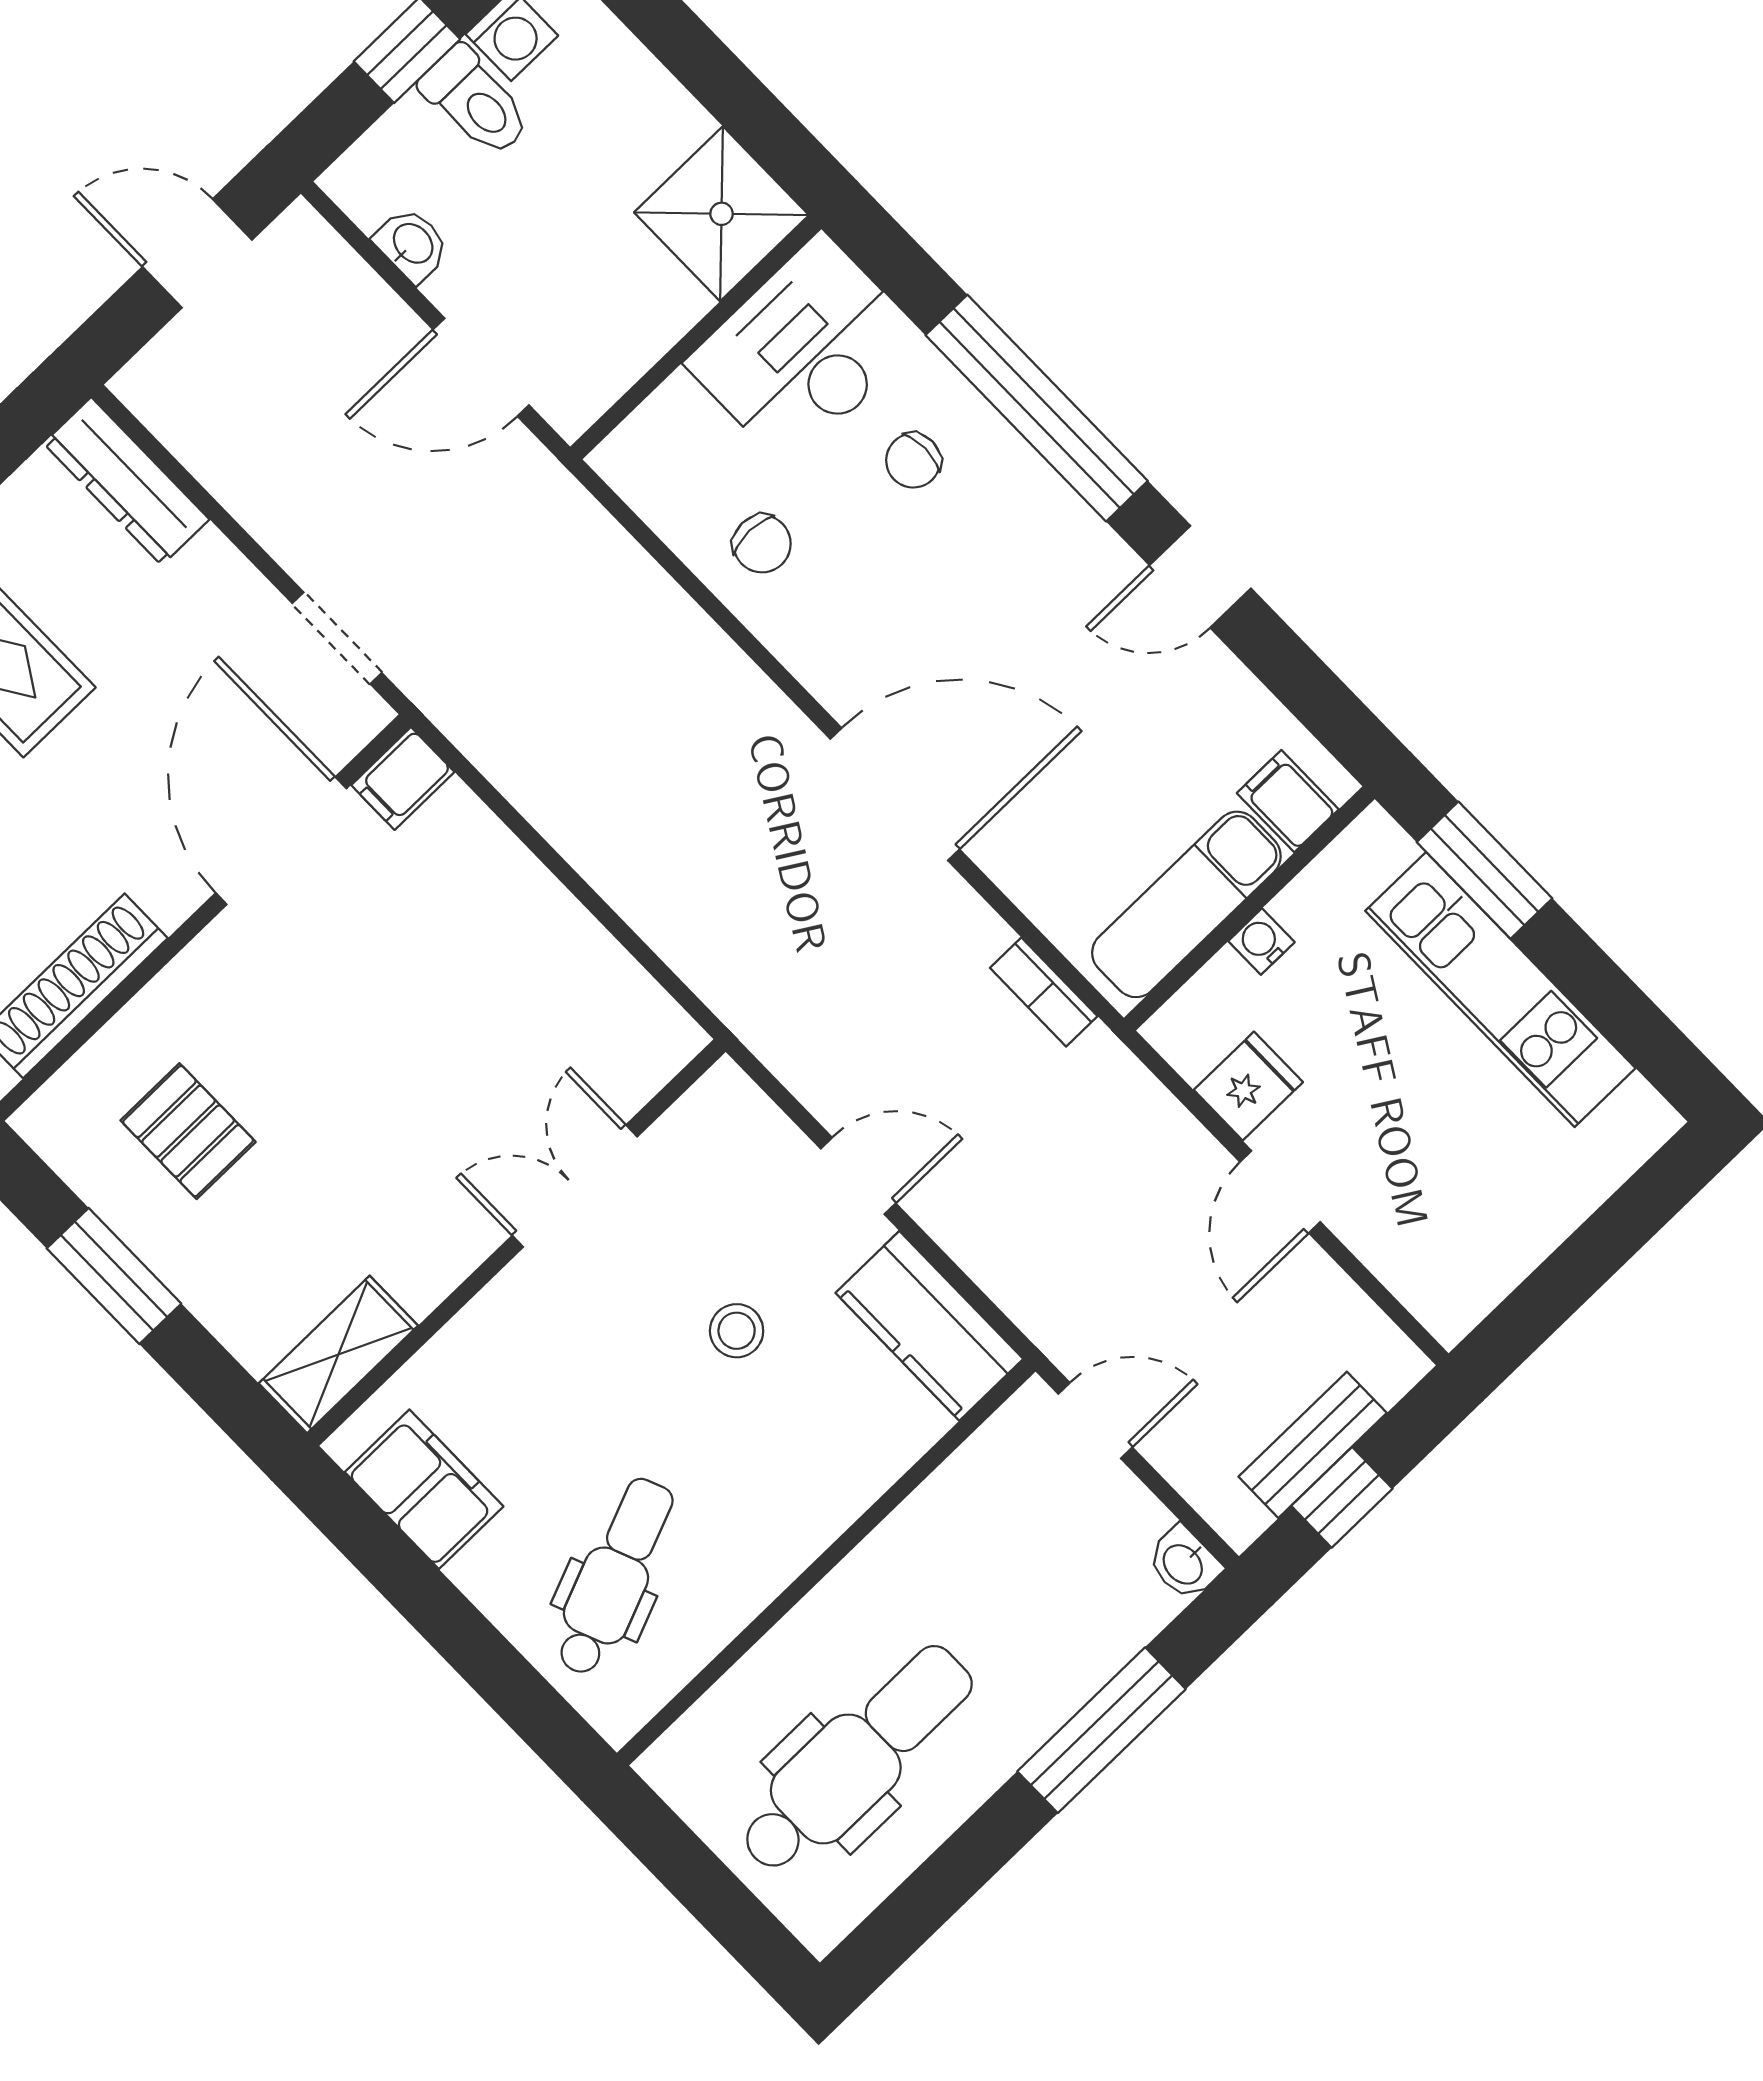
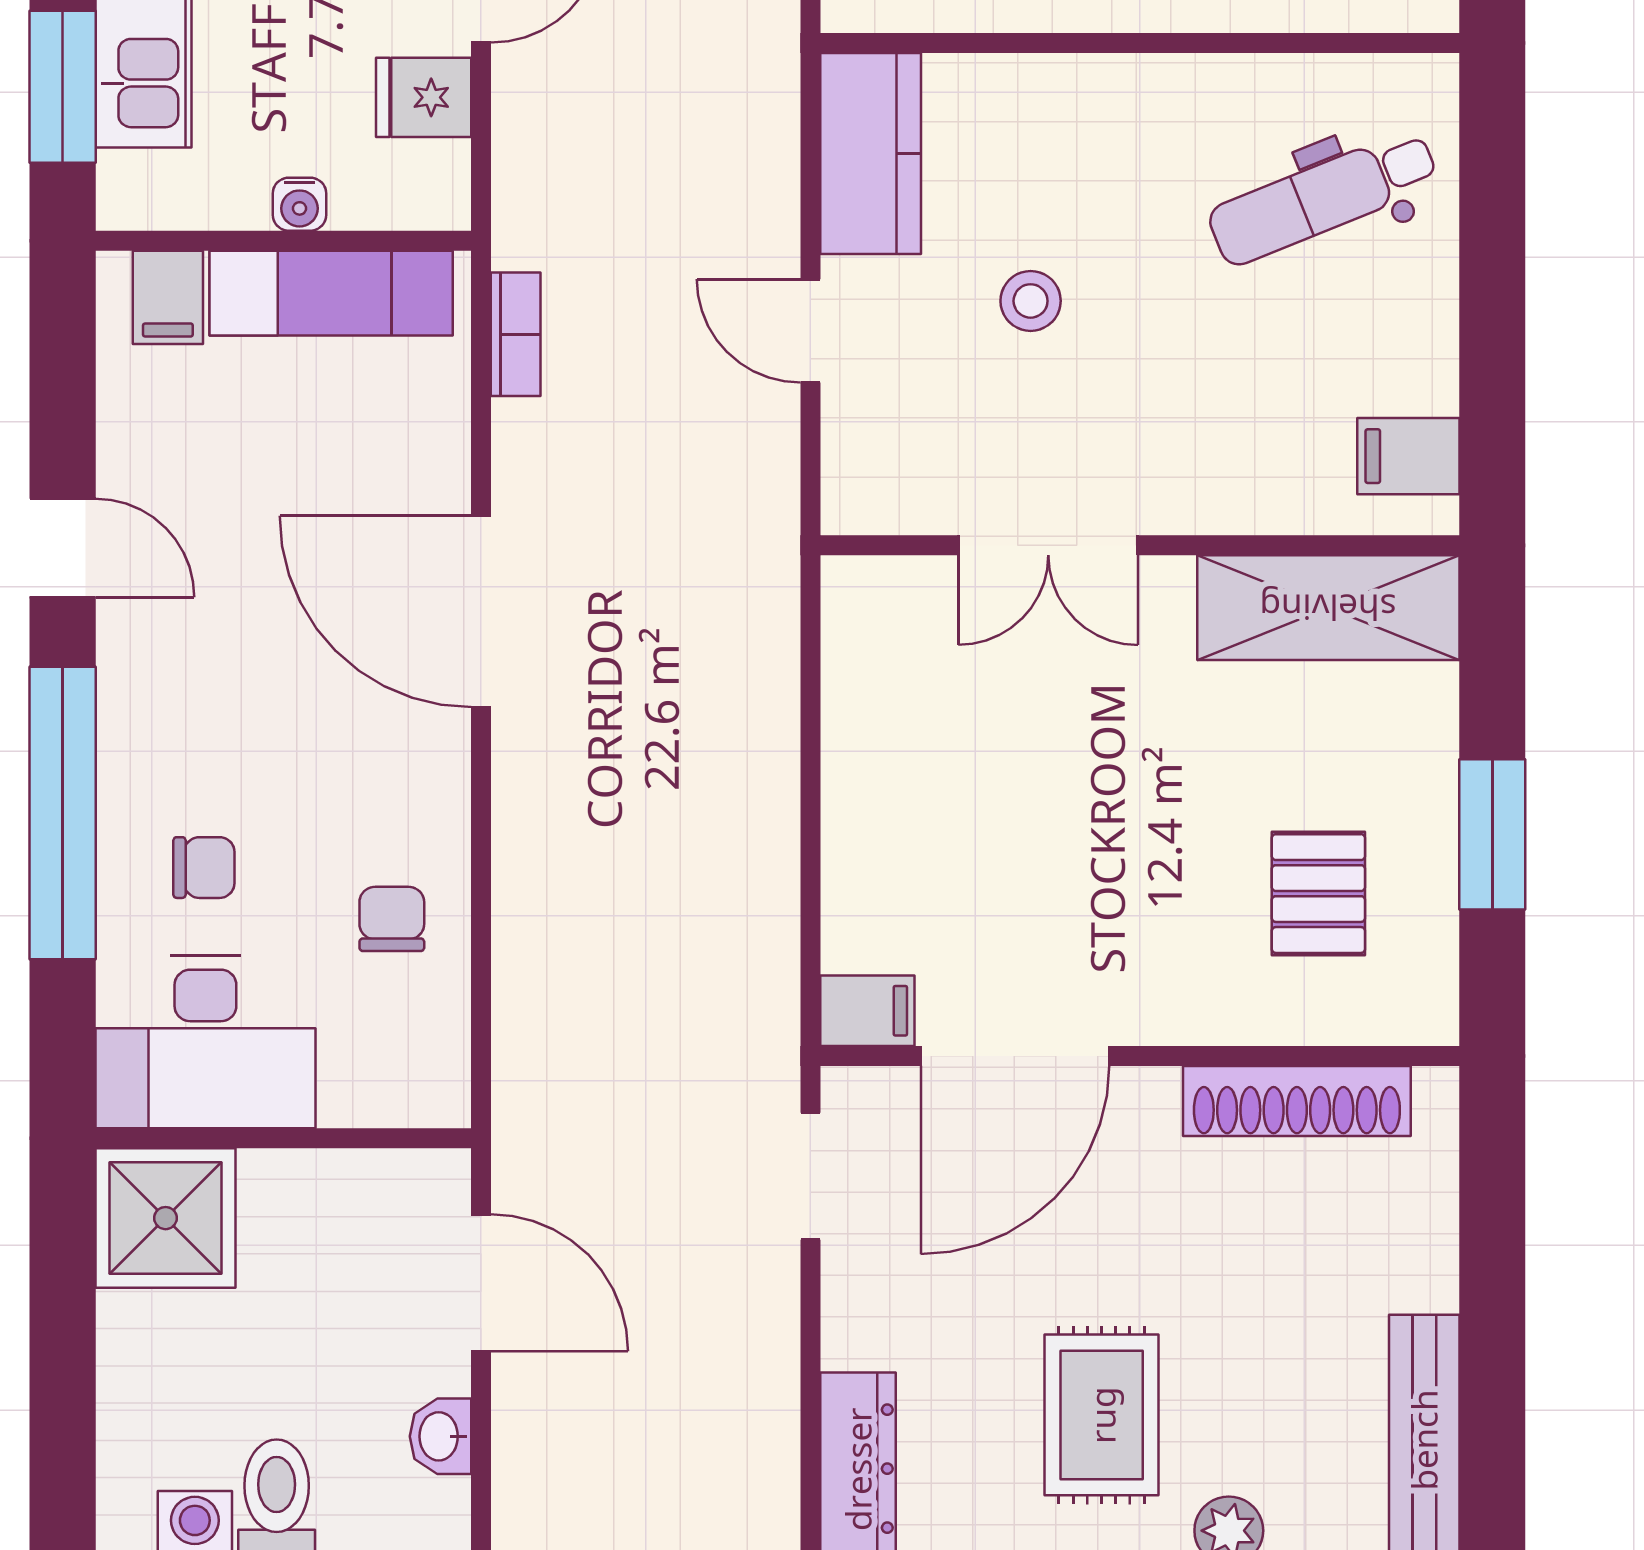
shelving: (338, 1354) -> (1328, 608), width x1.50, depth x1.33
filing cabinet: (424, 1489) -> (1408, 456), width x0.50

